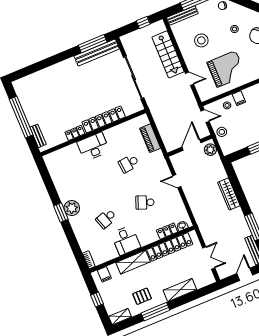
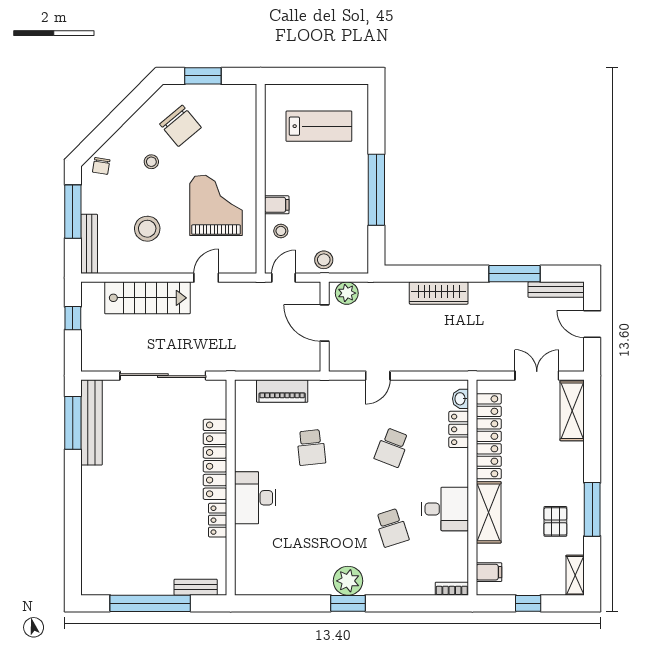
shelving: (180, 290) -> (572, 411), moved

